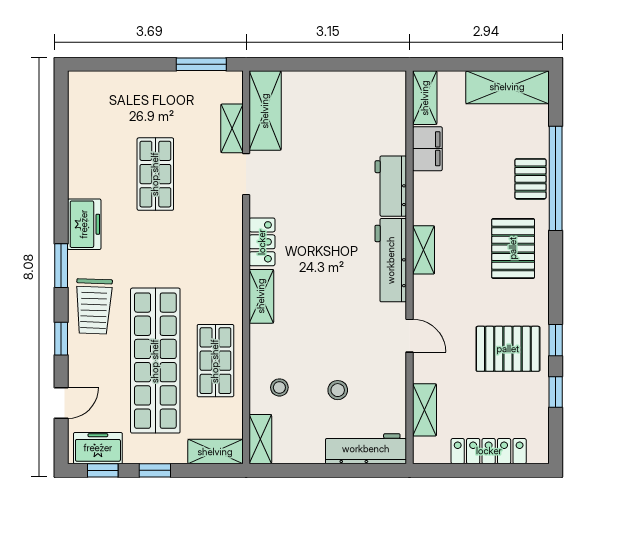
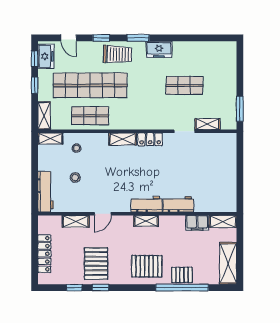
shelving: (265, 111) -> (216, 141), removed
workbench: (391, 260) -> (147, 204), width x0.73
trolley: (94, 306) -> (118, 54), turned 180
shelving: (424, 410) -> (76, 221), moved

